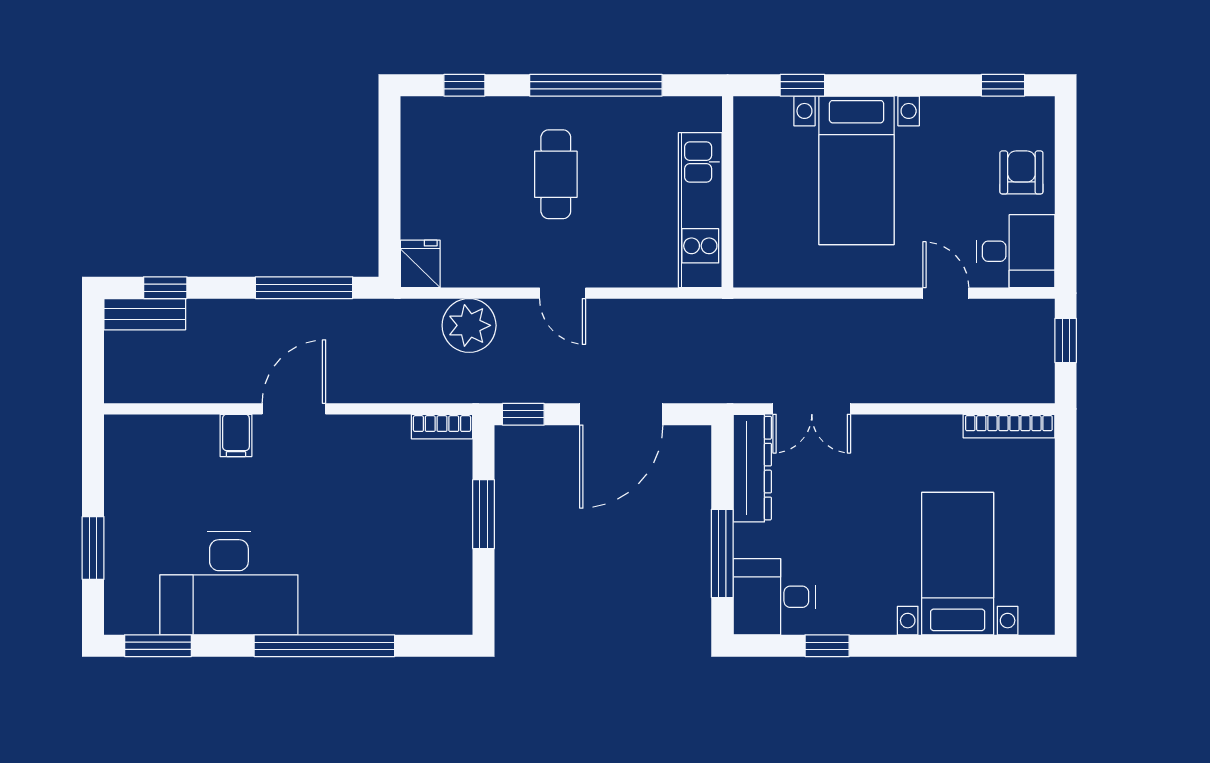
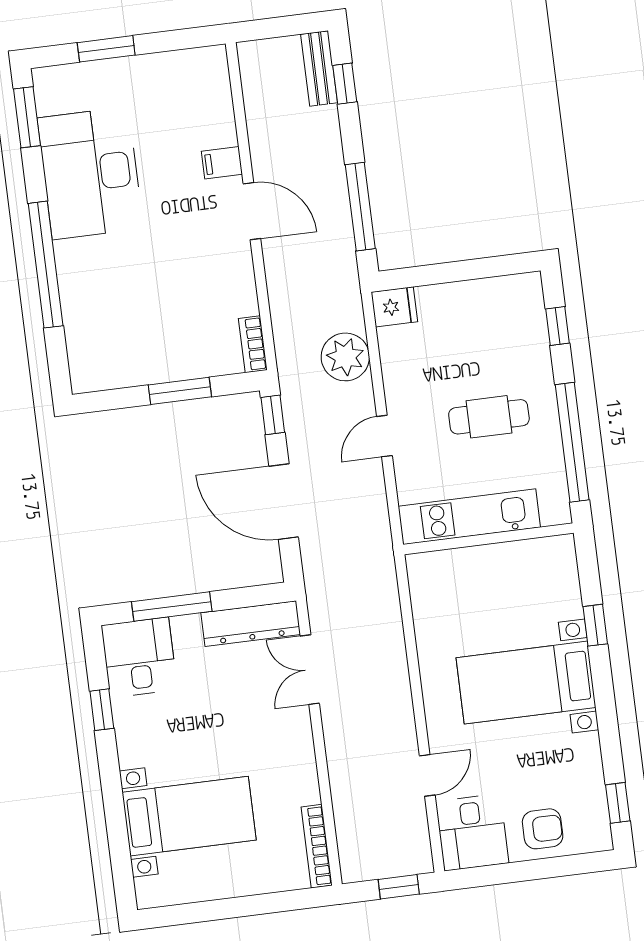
wall: (728, 192) -> (488, 539), moved
kitchen unit: (700, 210) -> (469, 517), moved

